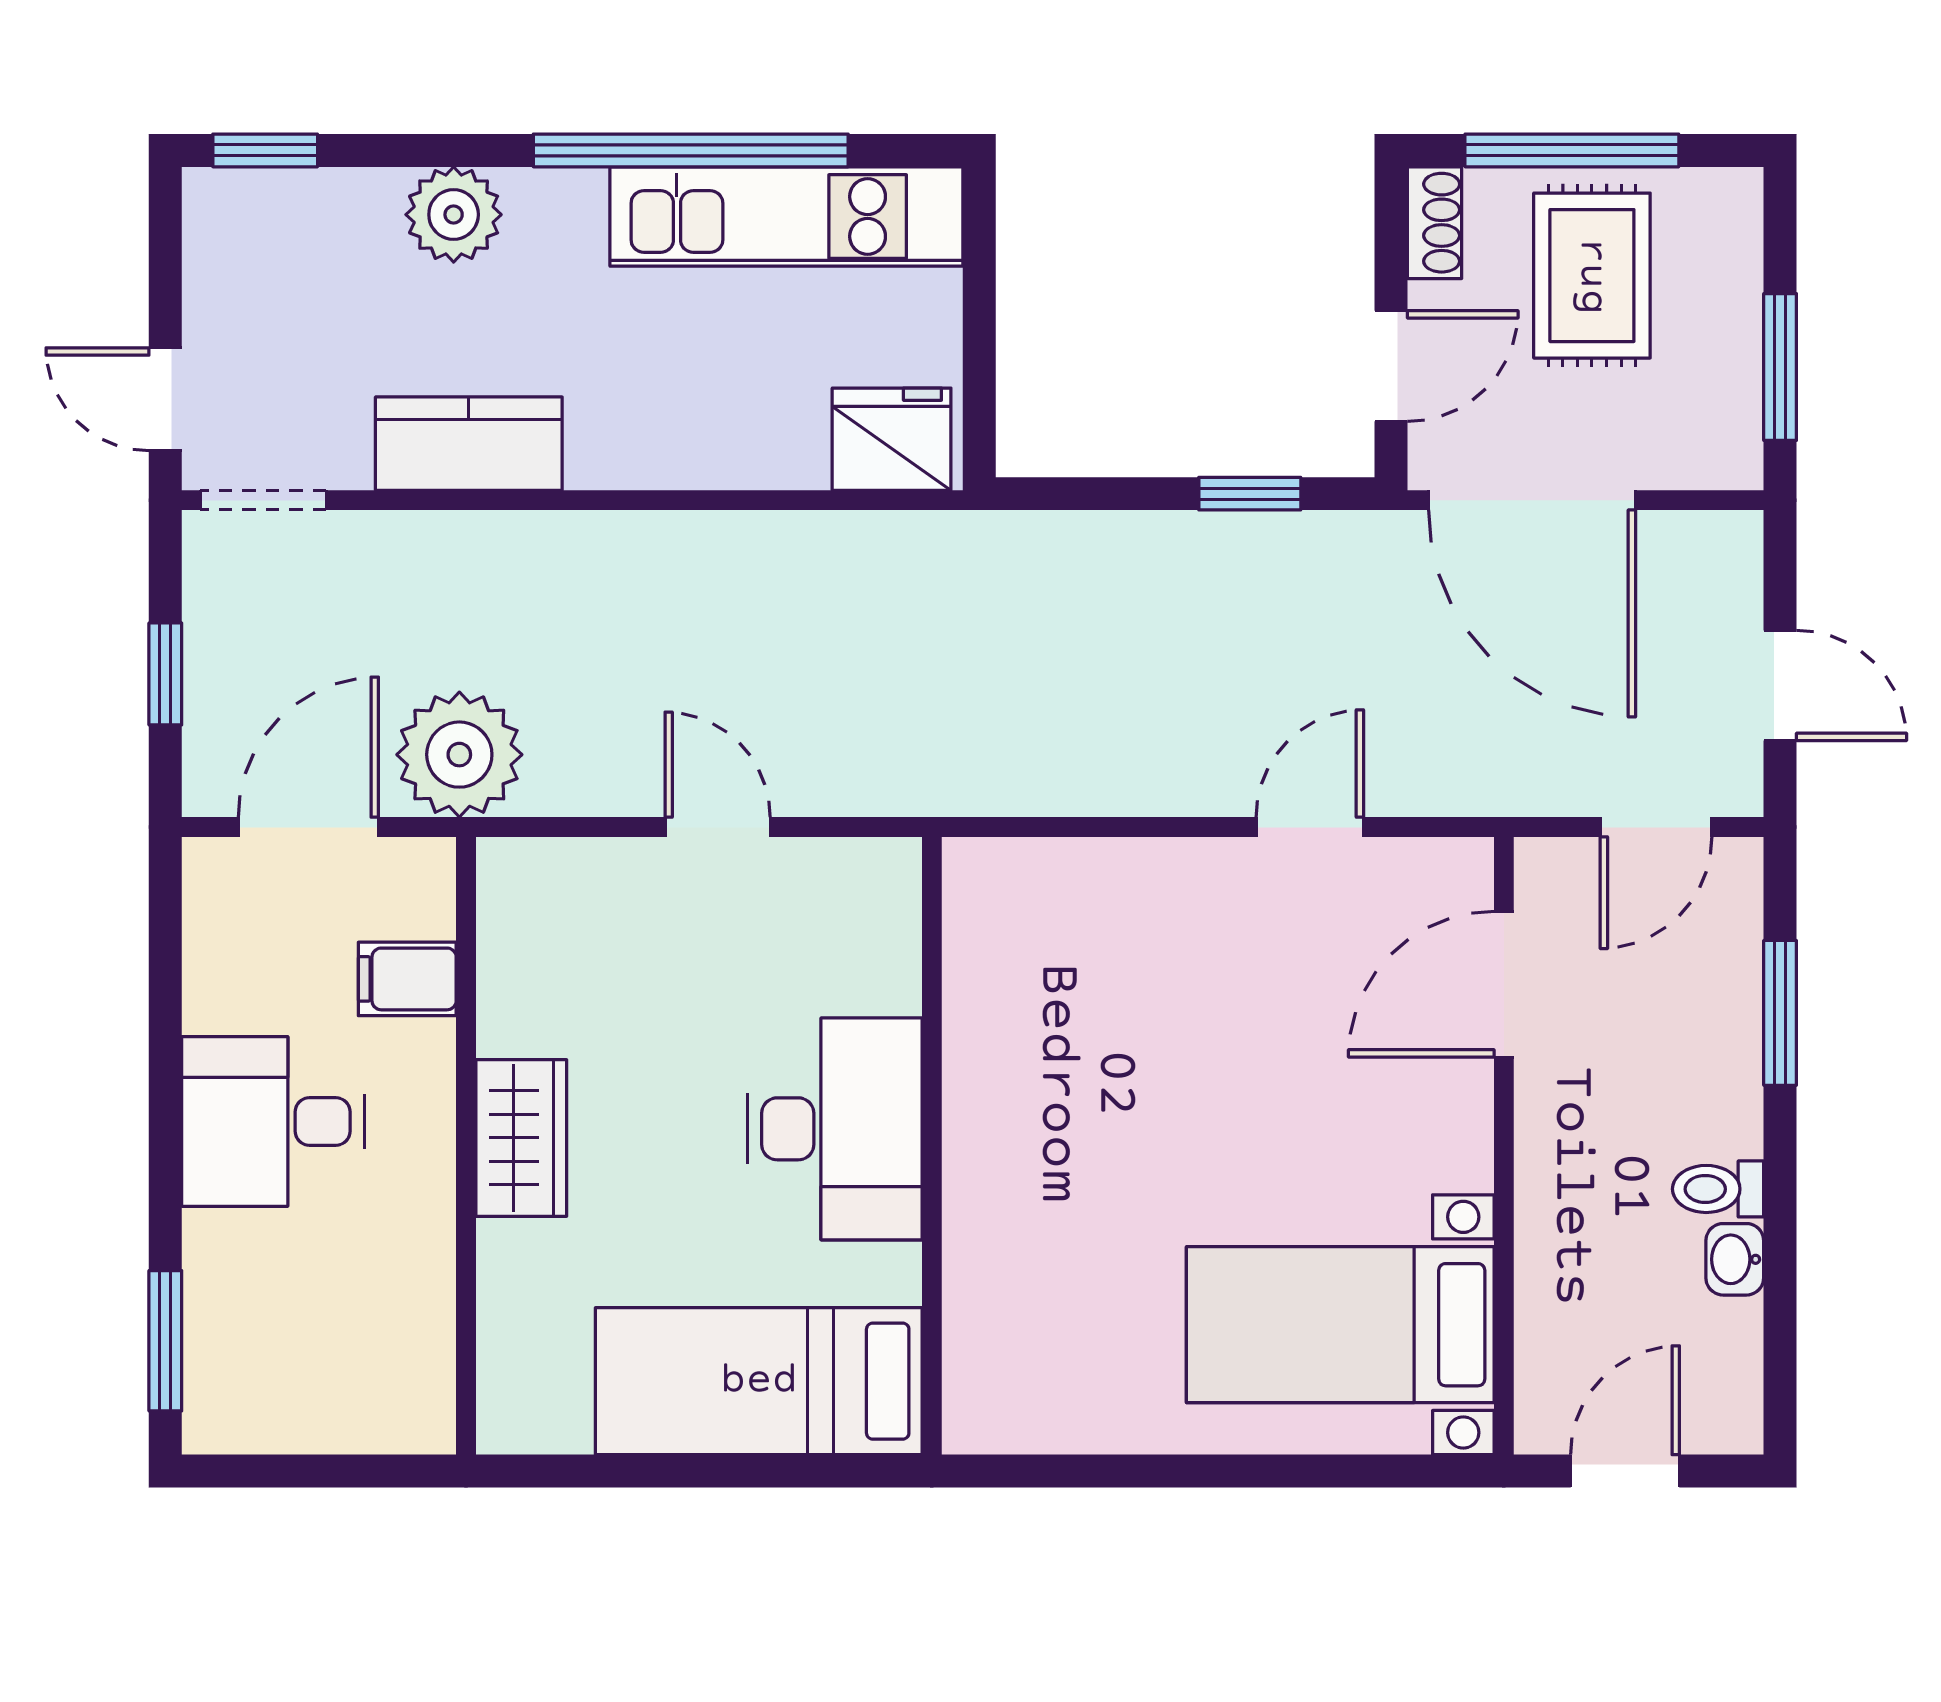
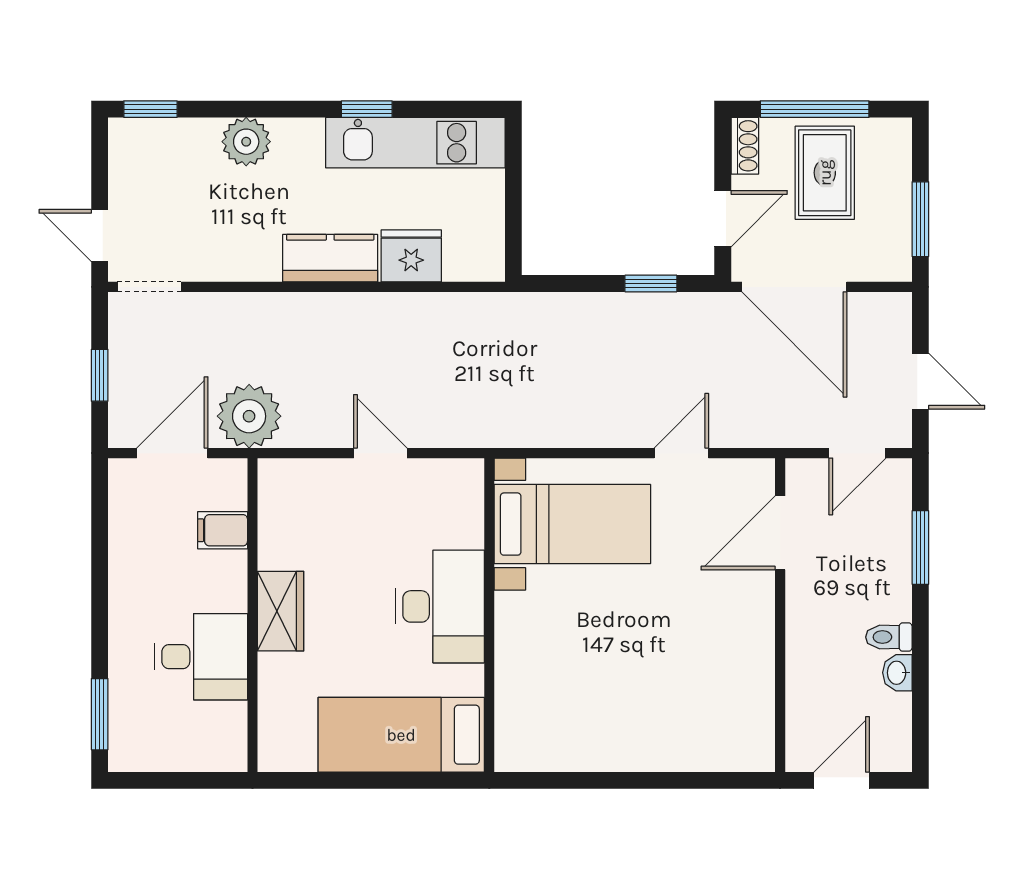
window: (691, 150) -> (367, 109), width x0.32
fridge: (892, 439) -> (411, 256), moved
kitchen counter: (469, 444) -> (330, 258), moved
desk: (273, 1121) -> (201, 657), moved, turned 180
bed with nightstands: (1340, 1325) -> (572, 524), moved, turned 180

